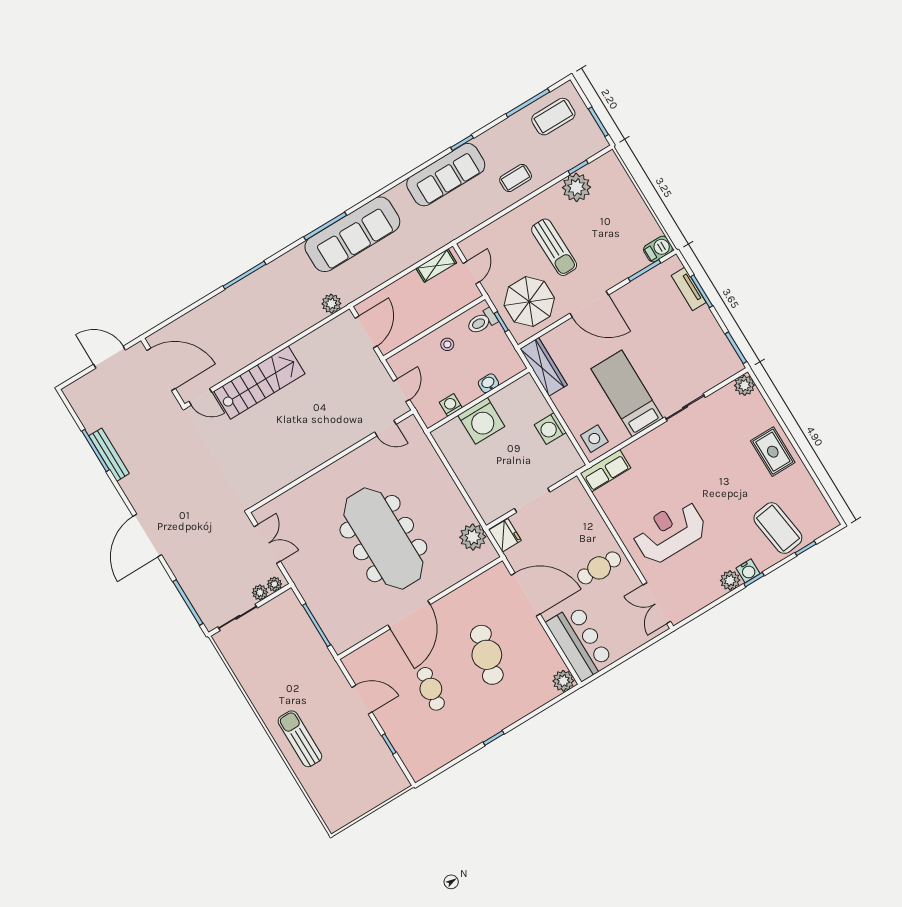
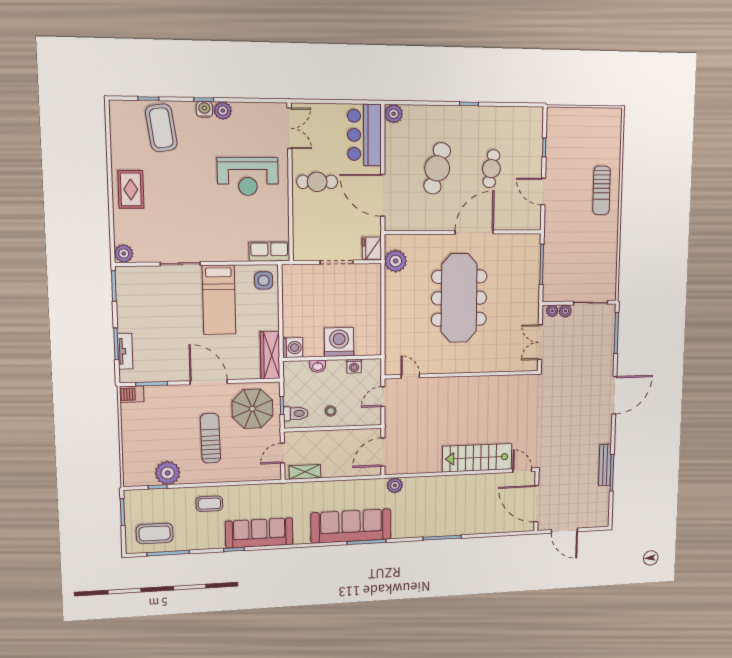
washing machine: (550, 429) -> (293, 348), moved

